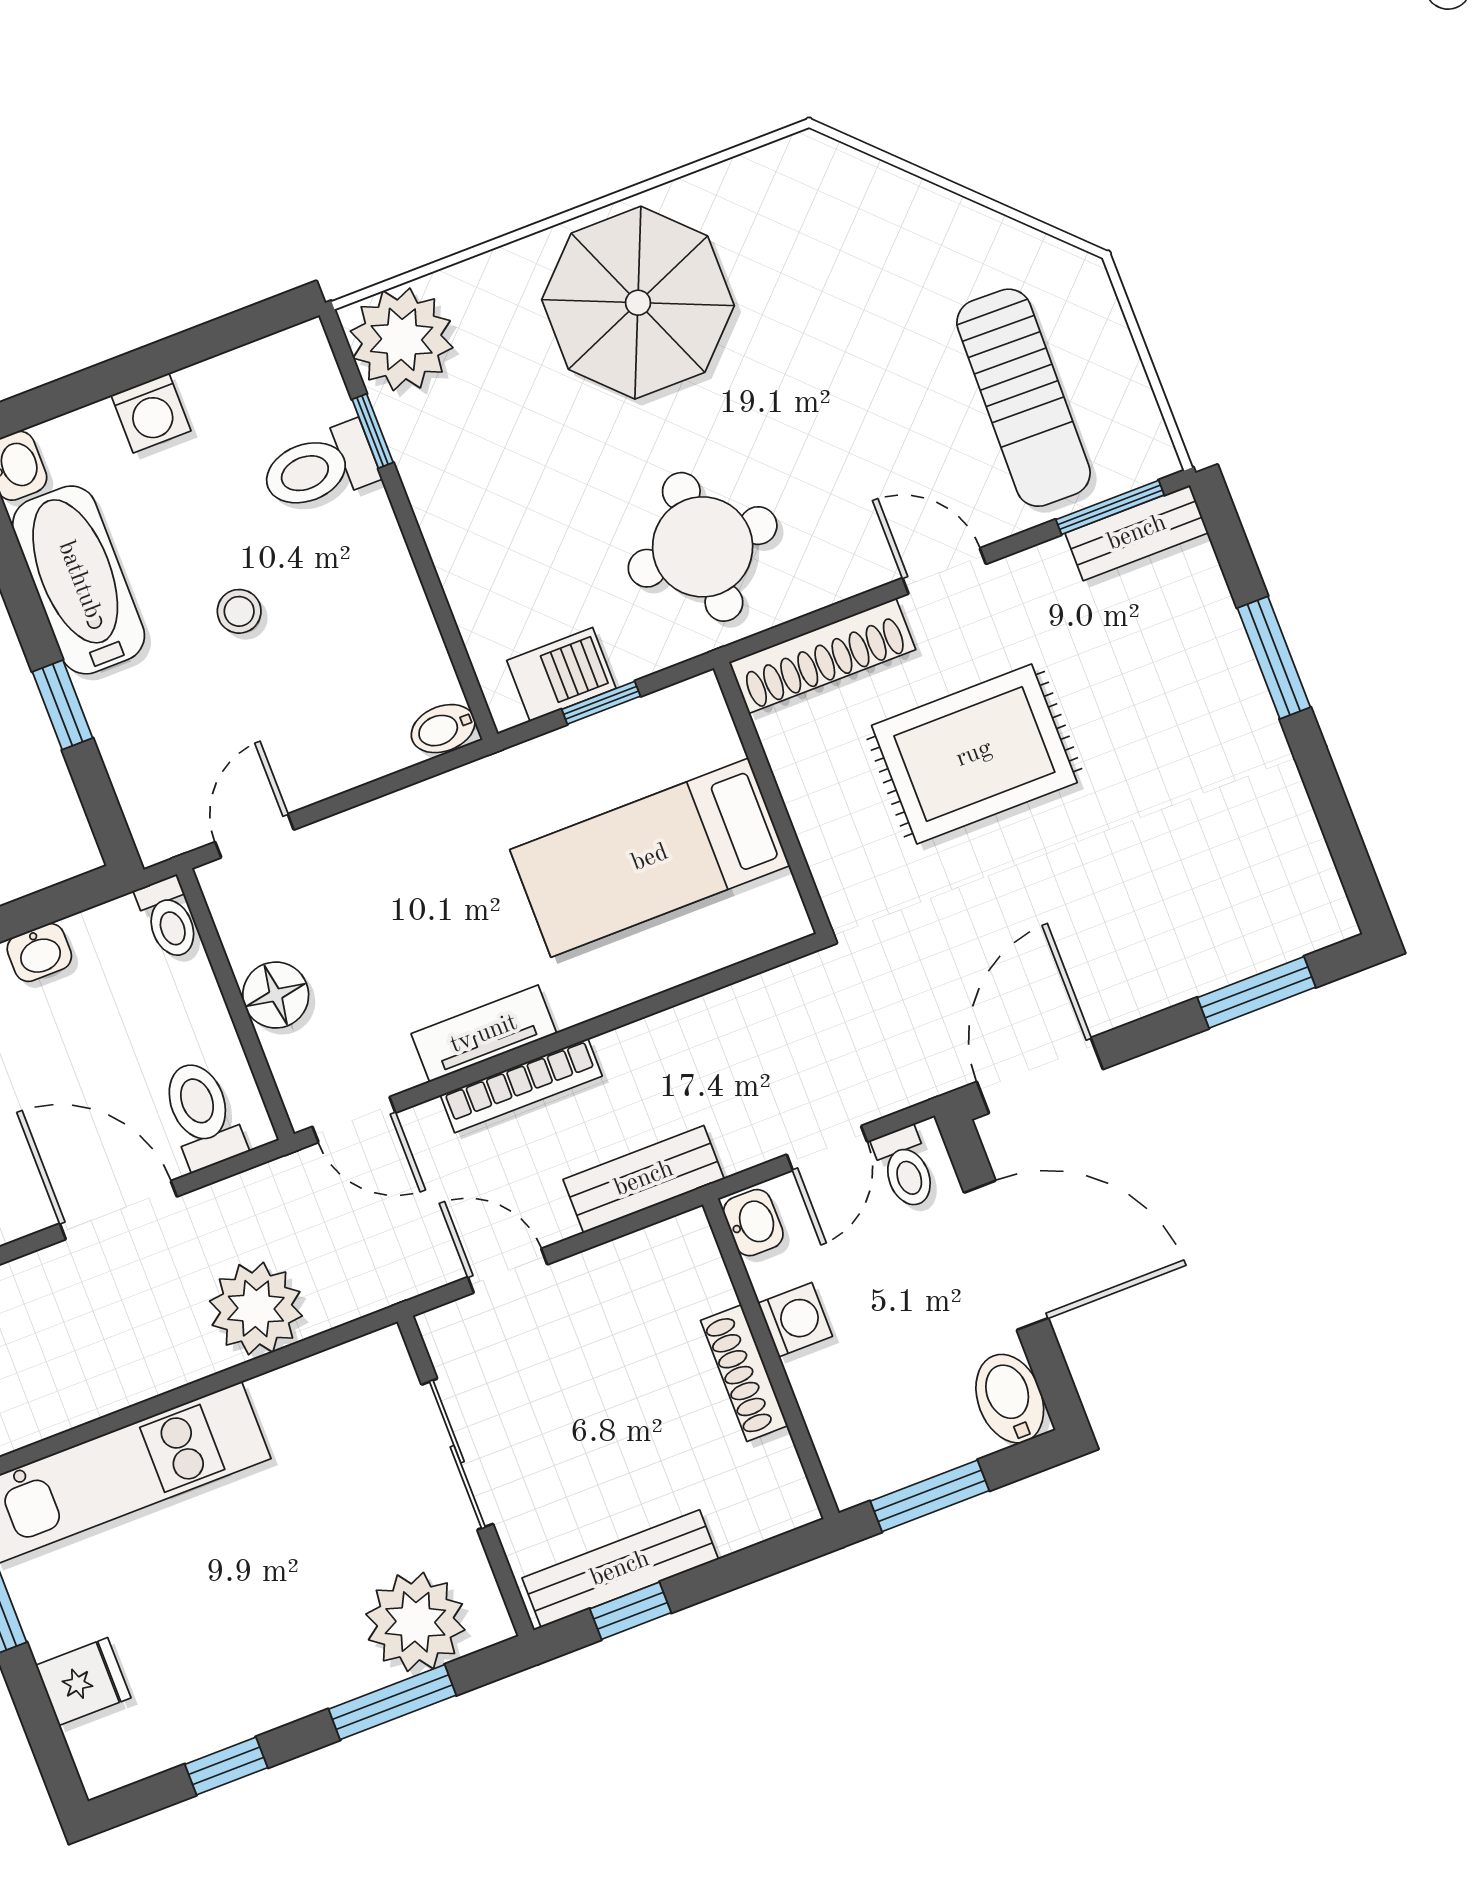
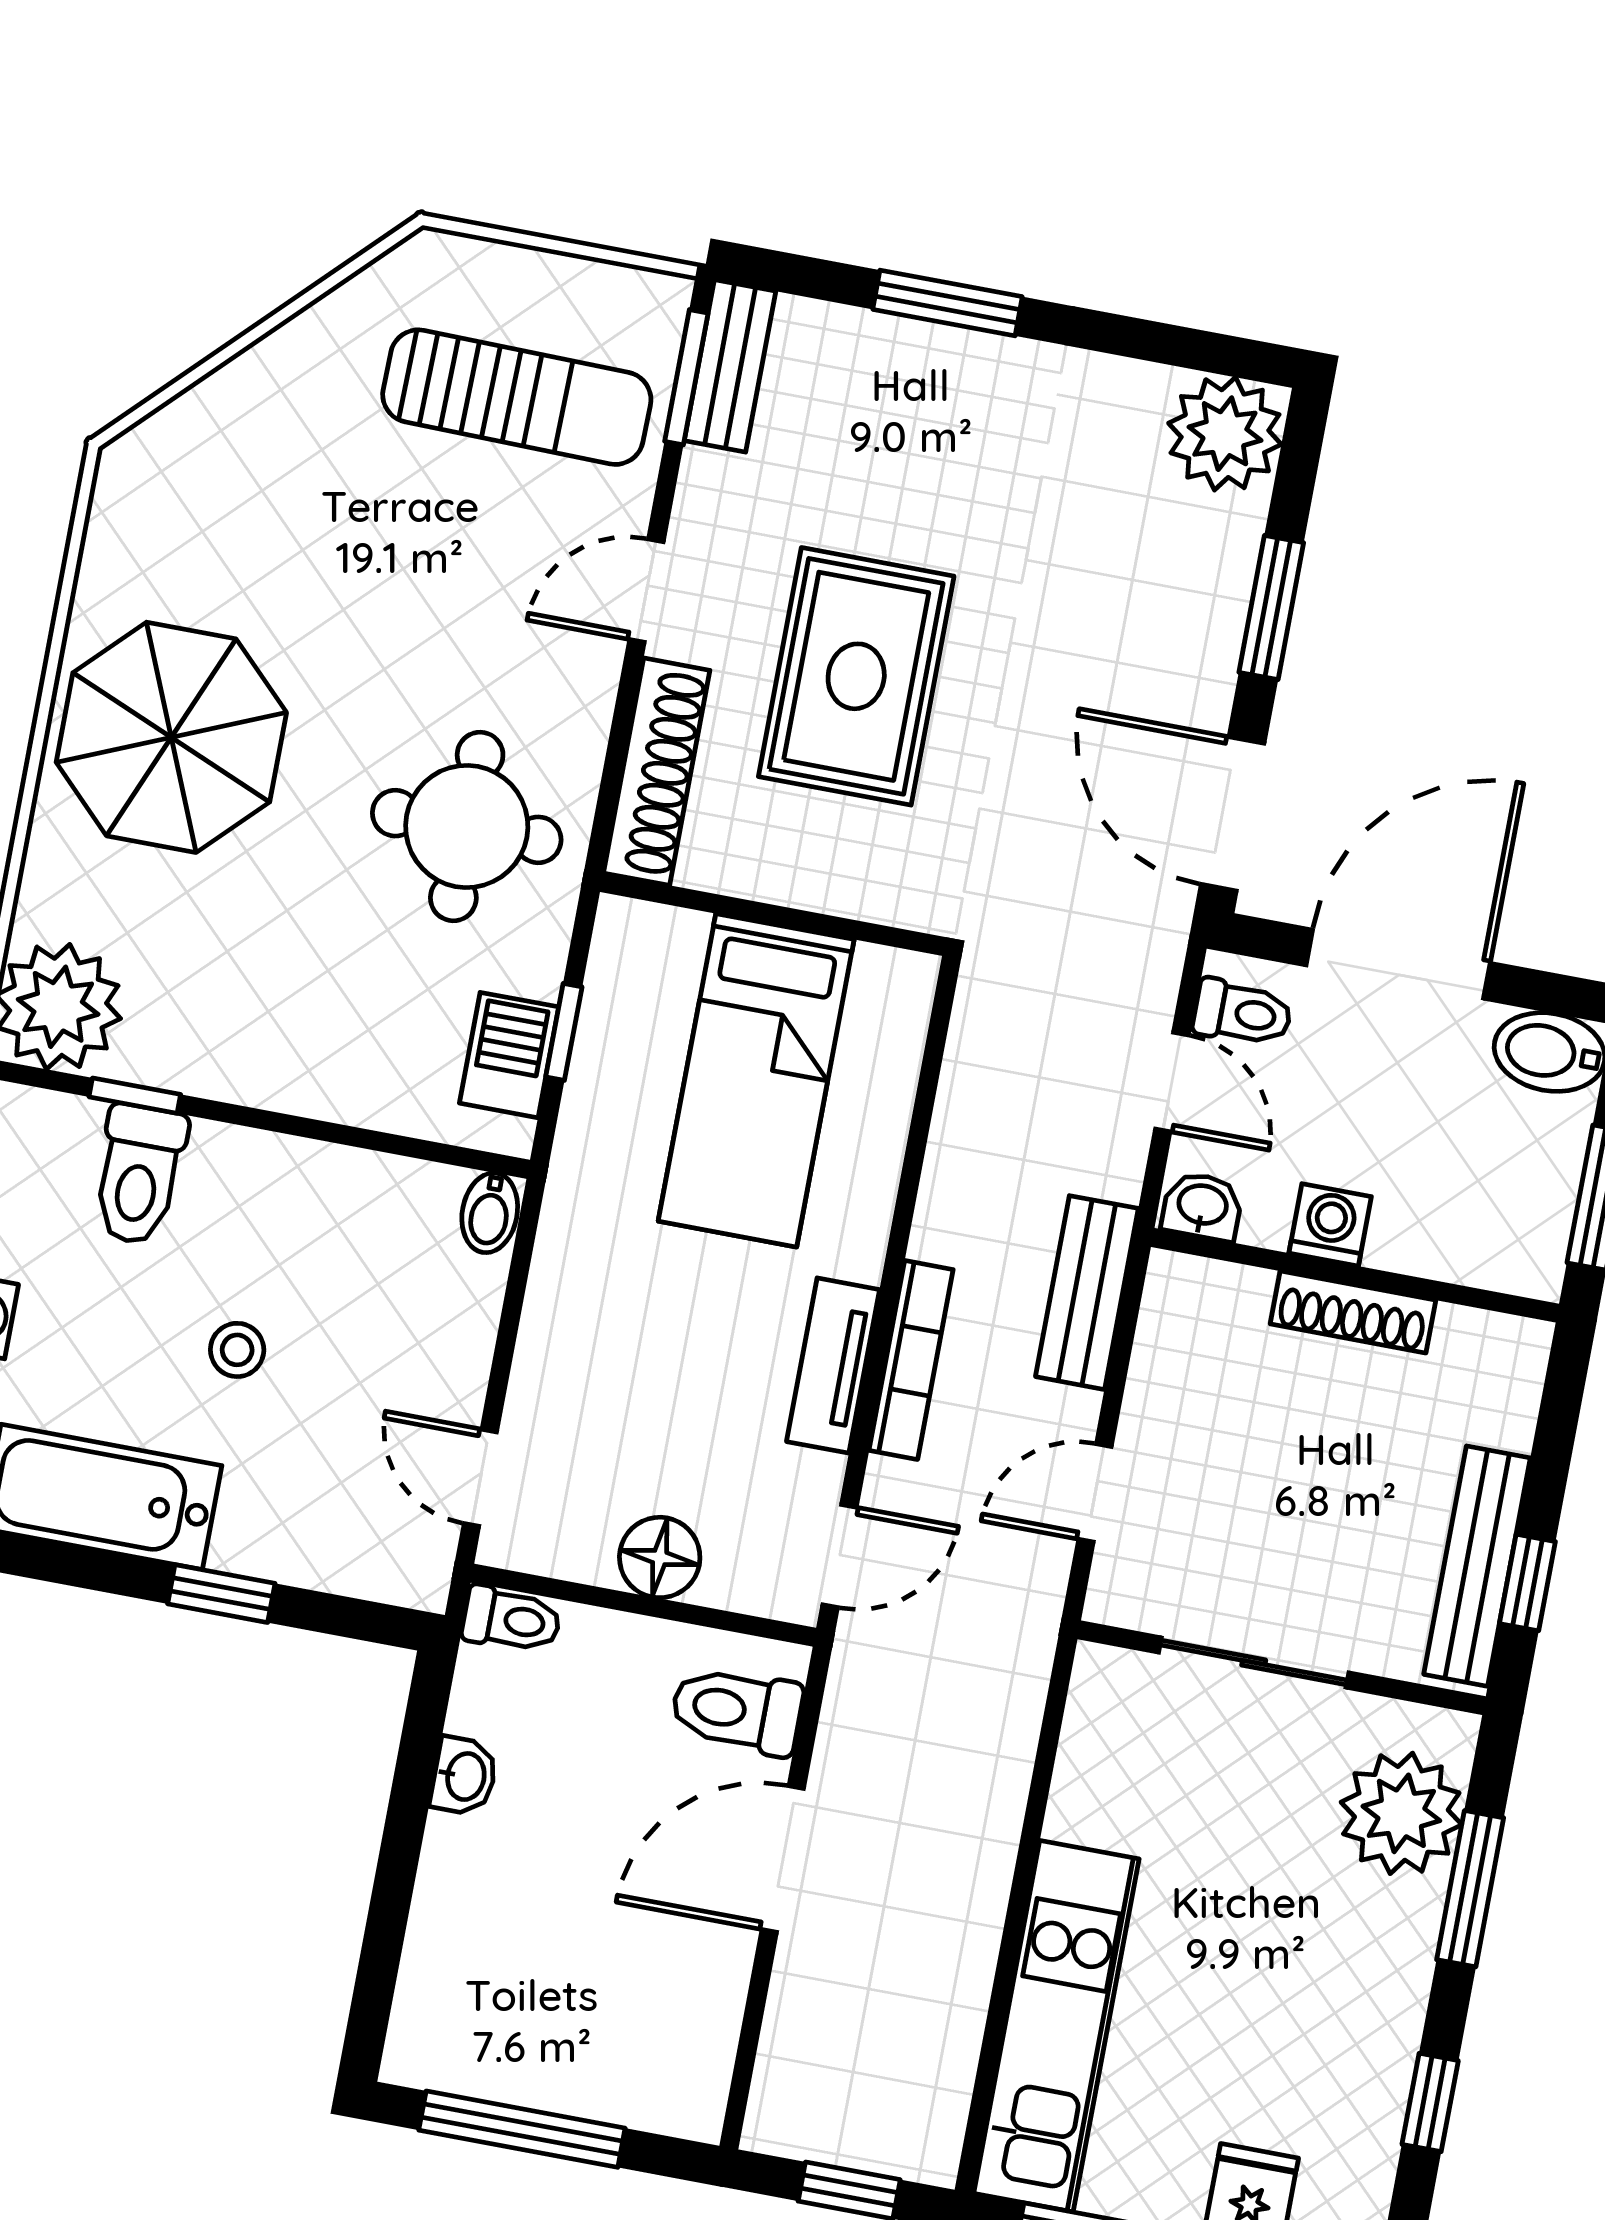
window: (1256, 992) -> (1271, 607), moved
plant: (256, 1309) -> (1225, 434), moved

